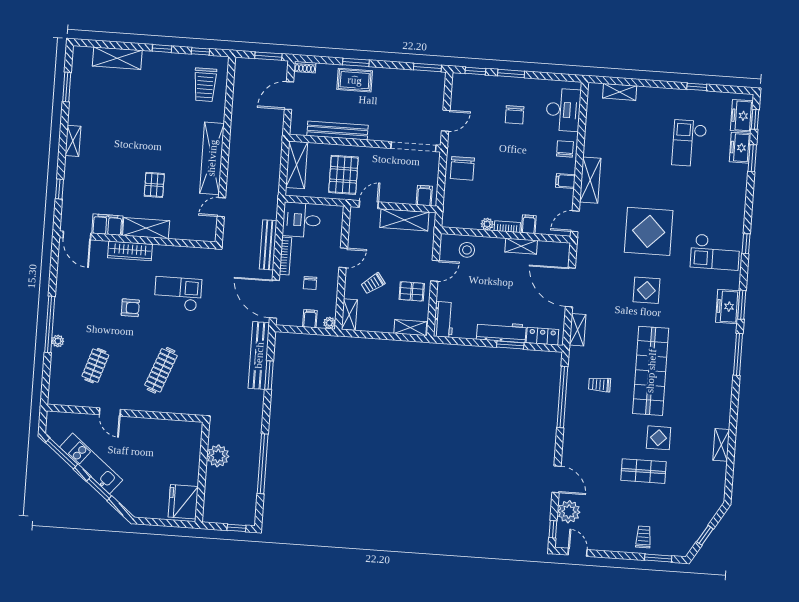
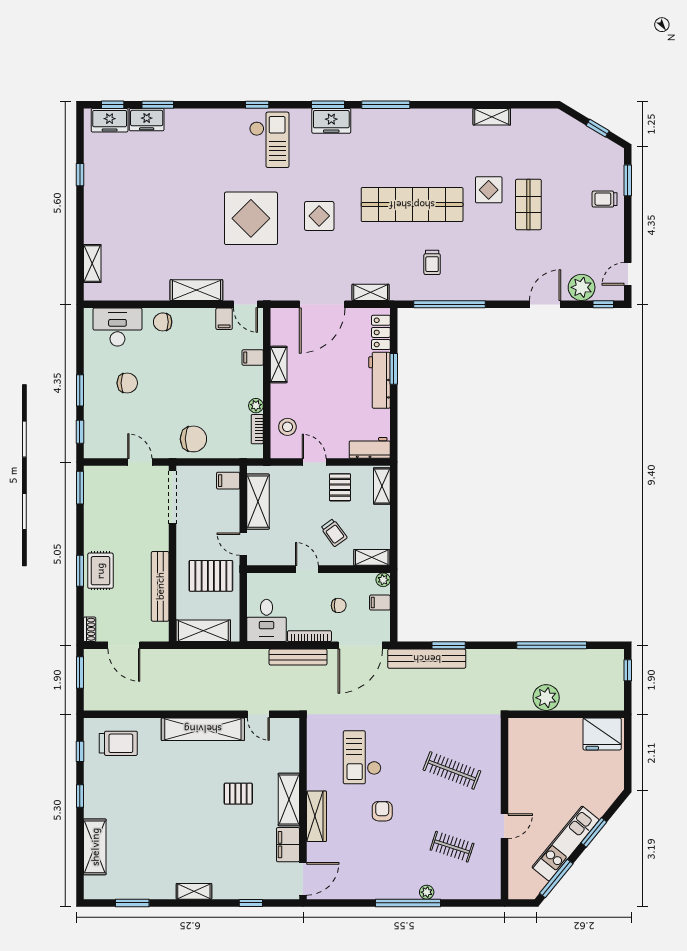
checkout: (689, 143) -> (146, 179), removed
filing cabinet: (565, 181) -> (224, 319), moved
bookcase: (507, 227) -> (257, 429), moved

